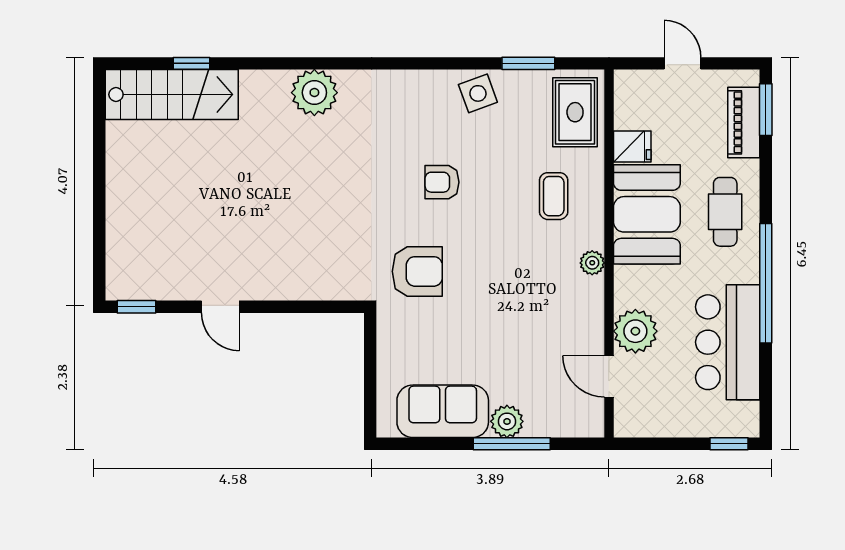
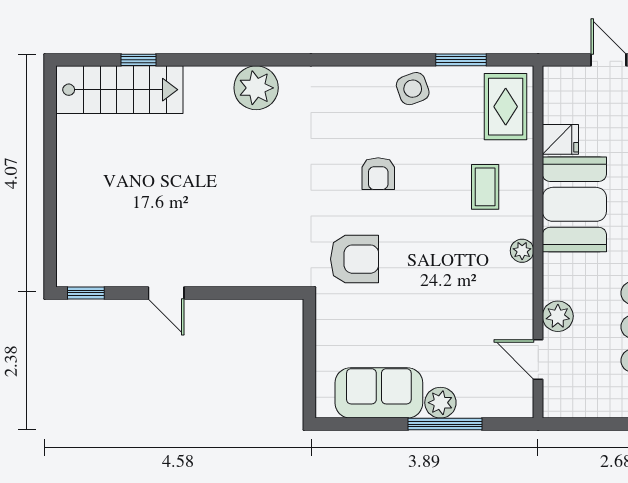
armchair: (442, 182) -> (378, 174), turned -90
plant: (635, 331) -> (558, 316), width x0.73, depth x0.73

